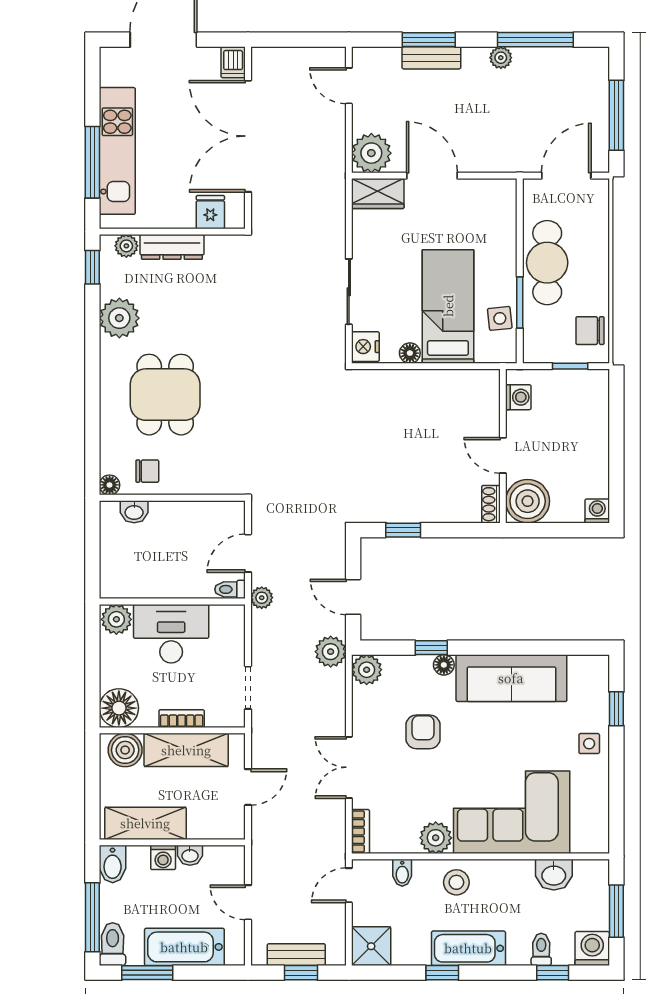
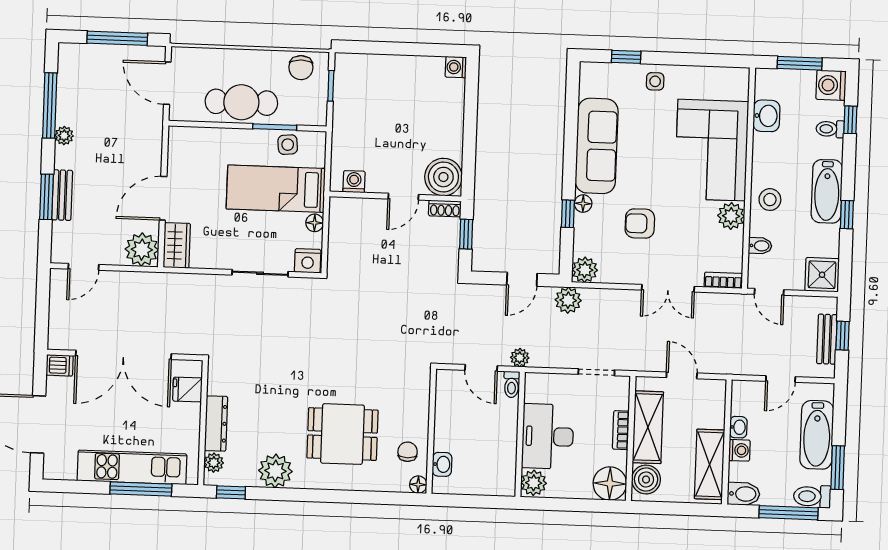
washing machine: (518, 397) -> (354, 182), moved
wall: (503, 446) -> (395, 196), moved
door: (503, 455) -> (403, 197), moved
boiler: (528, 501) -> (443, 177), moved
shoe rack: (491, 504) -> (445, 208), moved

